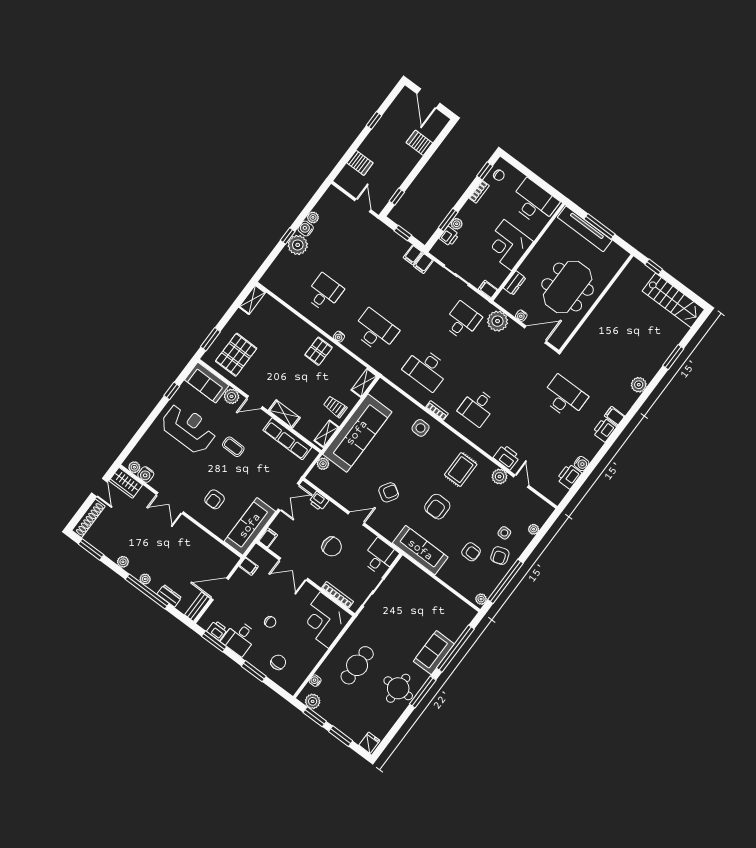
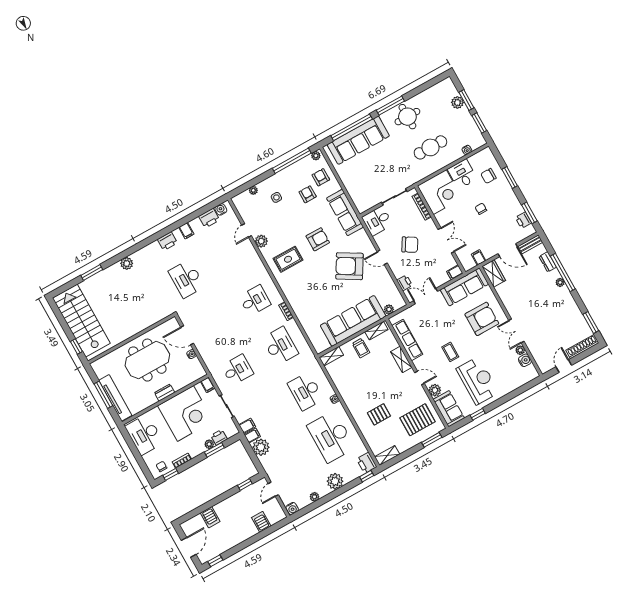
window: (374, 120) -> (215, 561), moved
water cooler: (306, 229) -> (292, 508), moved
window: (403, 233) -> (252, 455), removed
window: (288, 236) -> (367, 476), moved
corner desk: (508, 245) -> (186, 413), width x1.36, depth x1.36
dresser: (515, 283) -> (165, 393), moved
desk: (324, 293) -> (331, 437), width x1.87, depth x1.30
stairs: (673, 300) -> (81, 321), width x1.36, depth x1.51
desk: (462, 321) -> (237, 370), turned 180
plant: (498, 321) -> (261, 447), moved
pallet: (318, 351) -> (379, 414), moved
filing cabinet: (615, 416) -> (186, 231), moved
reception desk: (189, 428) -> (477, 381), turned 180
side table: (421, 428) -> (304, 304), removed
printer: (507, 457) -> (367, 463), moved
water cooler: (582, 464) -> (221, 209), moved
plant: (134, 467) -> (520, 350), moved
wardrobe: (126, 483) -> (494, 273), moved
armchair: (389, 492) -> (349, 266), width x1.88, depth x1.88
armchair: (215, 499) -> (482, 319), width x1.88, depth x1.88
double door: (170, 503) -> (516, 331), swing flipped
chair: (332, 547) -> (410, 245), turned 121
armchair: (500, 556) -> (321, 177), moved, turned -72
plant: (123, 562) -> (571, 303), removed
desk: (240, 638) -> (462, 174), moved, turned -90
sofa: (434, 653) -> (358, 140), width x1.85, depth x1.27
plant: (313, 701) -> (457, 102), moved
fridge: (369, 743) -> (447, 85), removed

